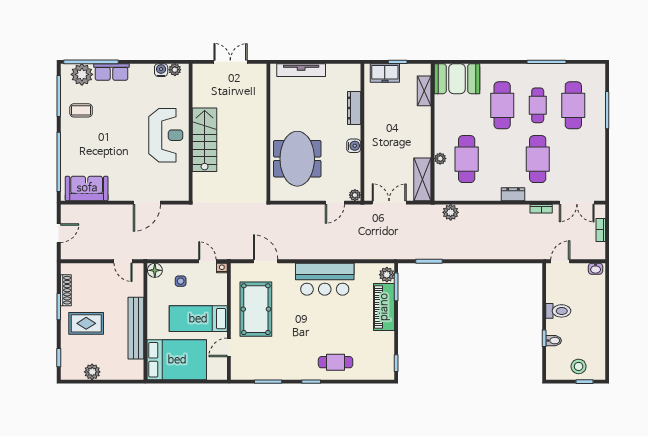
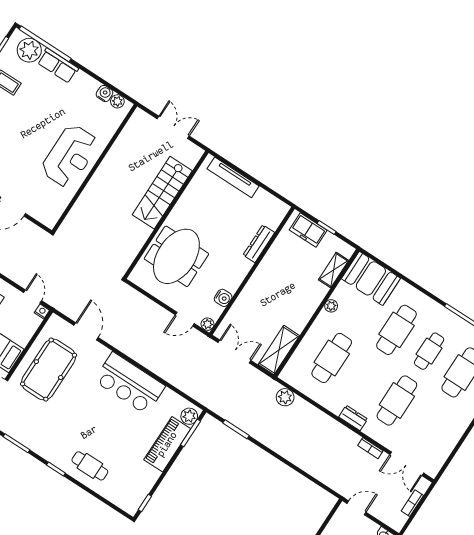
stairs: (205, 140) -> (162, 193), moved, turned 180
water cooler: (354, 146) -> (223, 298), moved
plant: (440, 159) -> (331, 306), moved

